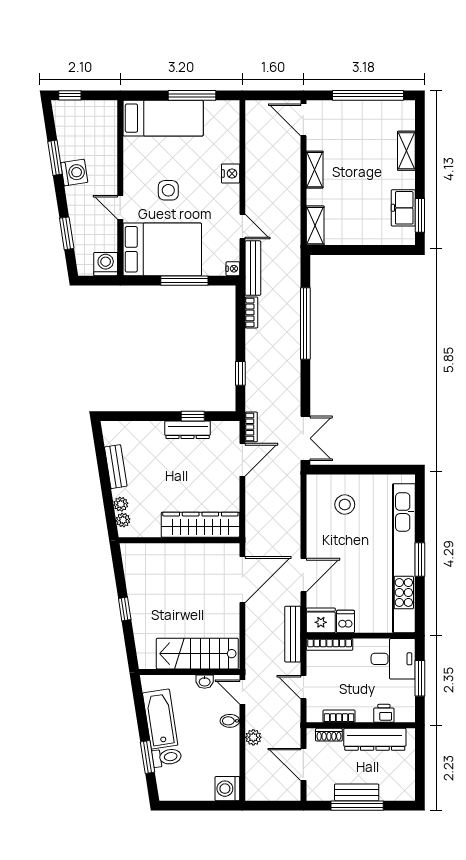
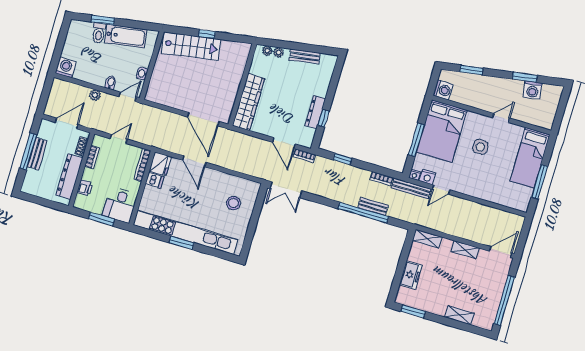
window: (70, 95) -> (564, 100), removed
washing machine: (74, 173) -> (533, 90), moved
nightstand: (231, 174) -> (427, 177), moved
door: (120, 207) -> (501, 118), moved
freezer: (403, 208) -> (411, 275), moved, turned 90
bench: (293, 634) -> (373, 206), moved, width x0.73
stairs: (197, 654) -> (191, 46), moved, turned 81

